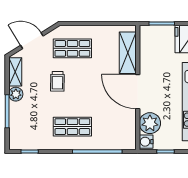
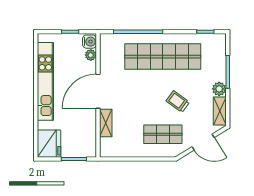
shelving: (128, 53) -> (106, 123), width x0.67, depth x0.75
trolley: (57, 81) -> (178, 102), turned -55
door: (138, 92) -> (98, 91), swing flipped
plant: (150, 123) -> (91, 55), width x0.53, depth x0.53
shop shelf: (72, 127) -> (163, 57), width x2.00, depth x1.36

